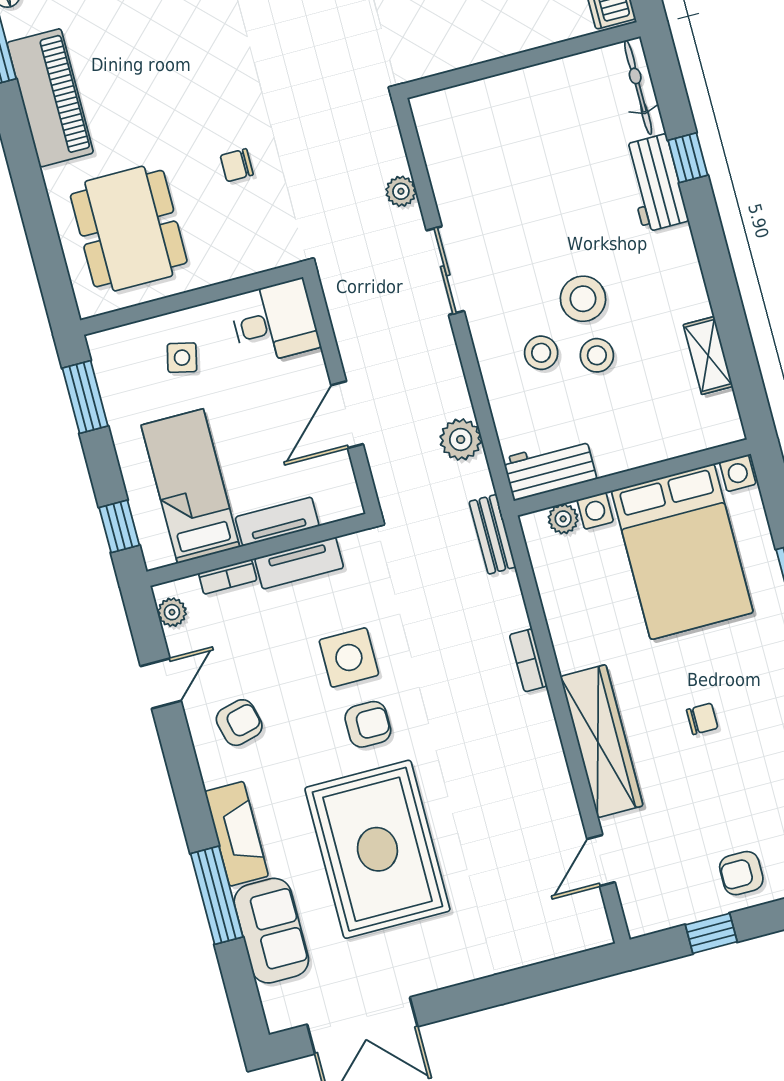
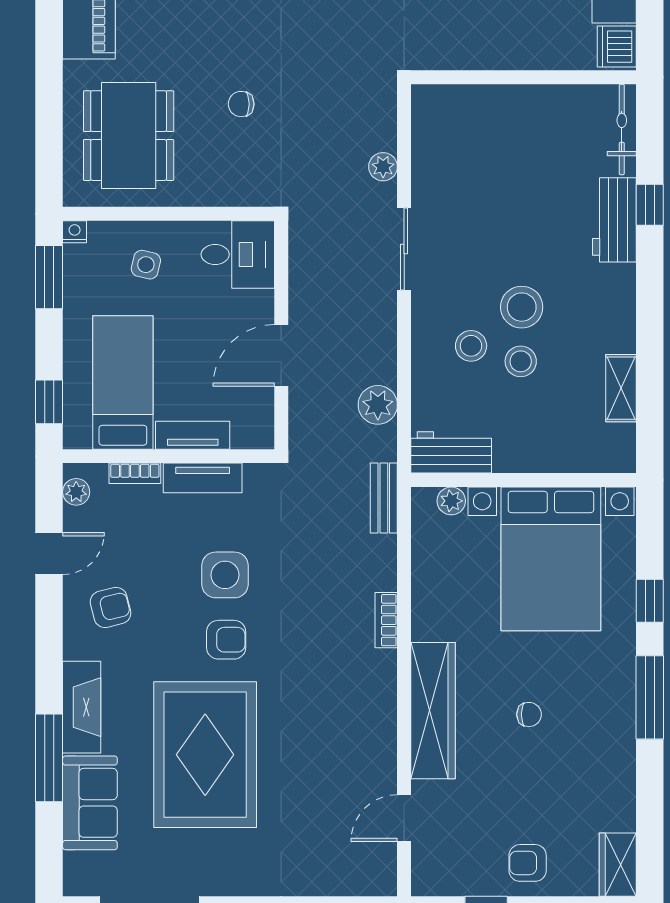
nightstand: (99, 343) -> (75, 232), added

